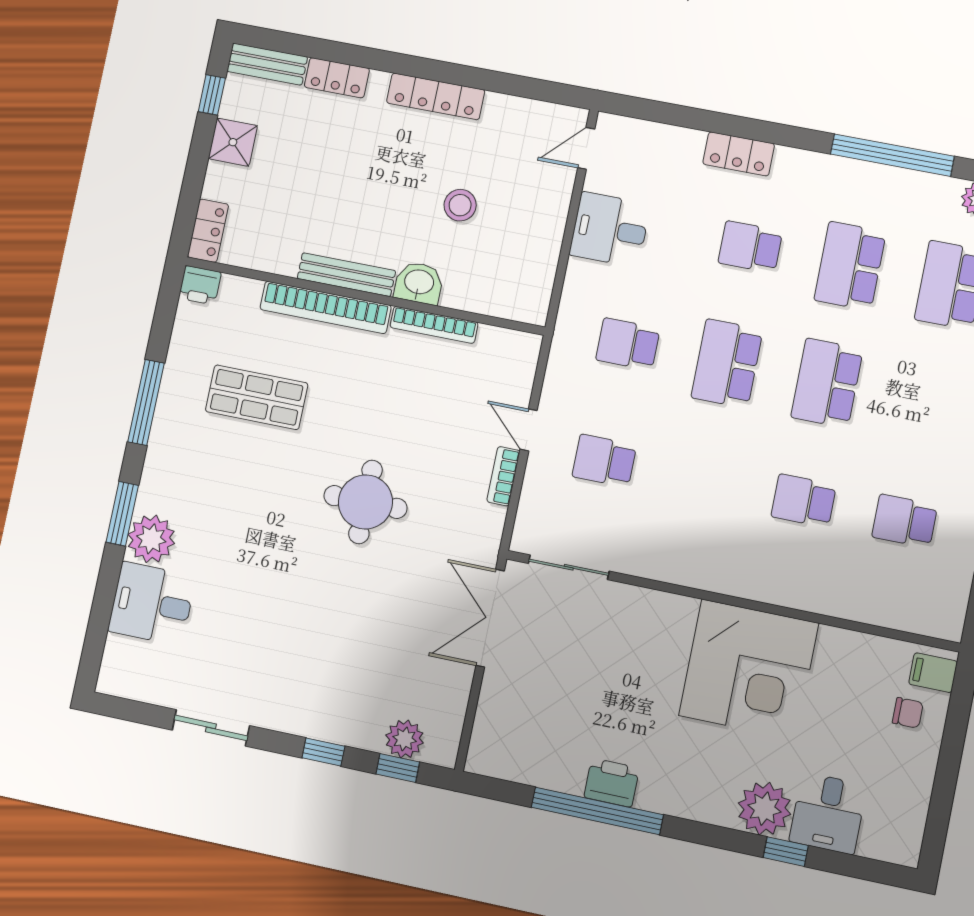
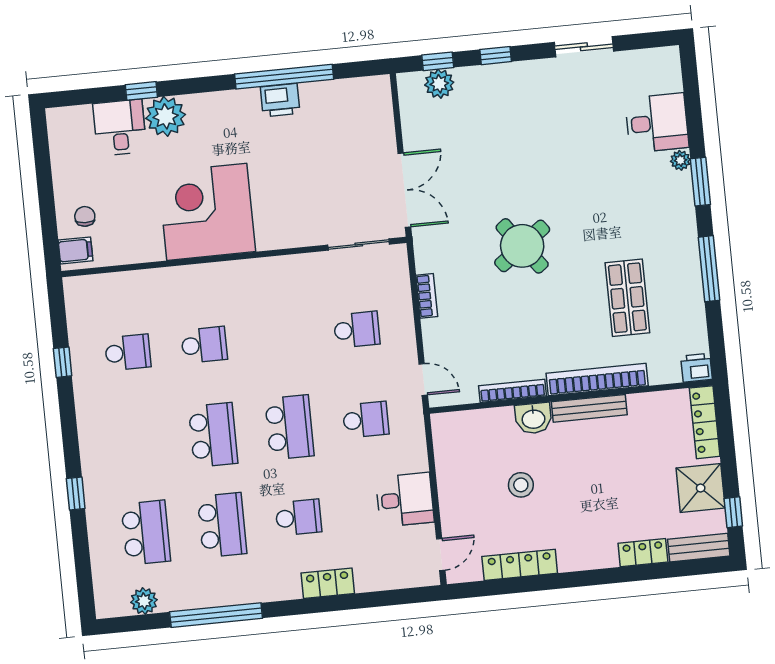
locker: (436, 96) -> (520, 565), moved
shower: (233, 142) -> (701, 488), width x1.36, depth x1.36
locker: (208, 231) -> (705, 422), width x1.53
shop shelf: (257, 397) -> (627, 298), turned 90
door: (529, 430) -> (423, 379), moved
round table: (365, 502) -> (522, 246), turned -37
plant: (151, 539) -> (680, 160), width x0.53, depth x0.53
chair: (908, 713) -> (85, 216), turned 93

